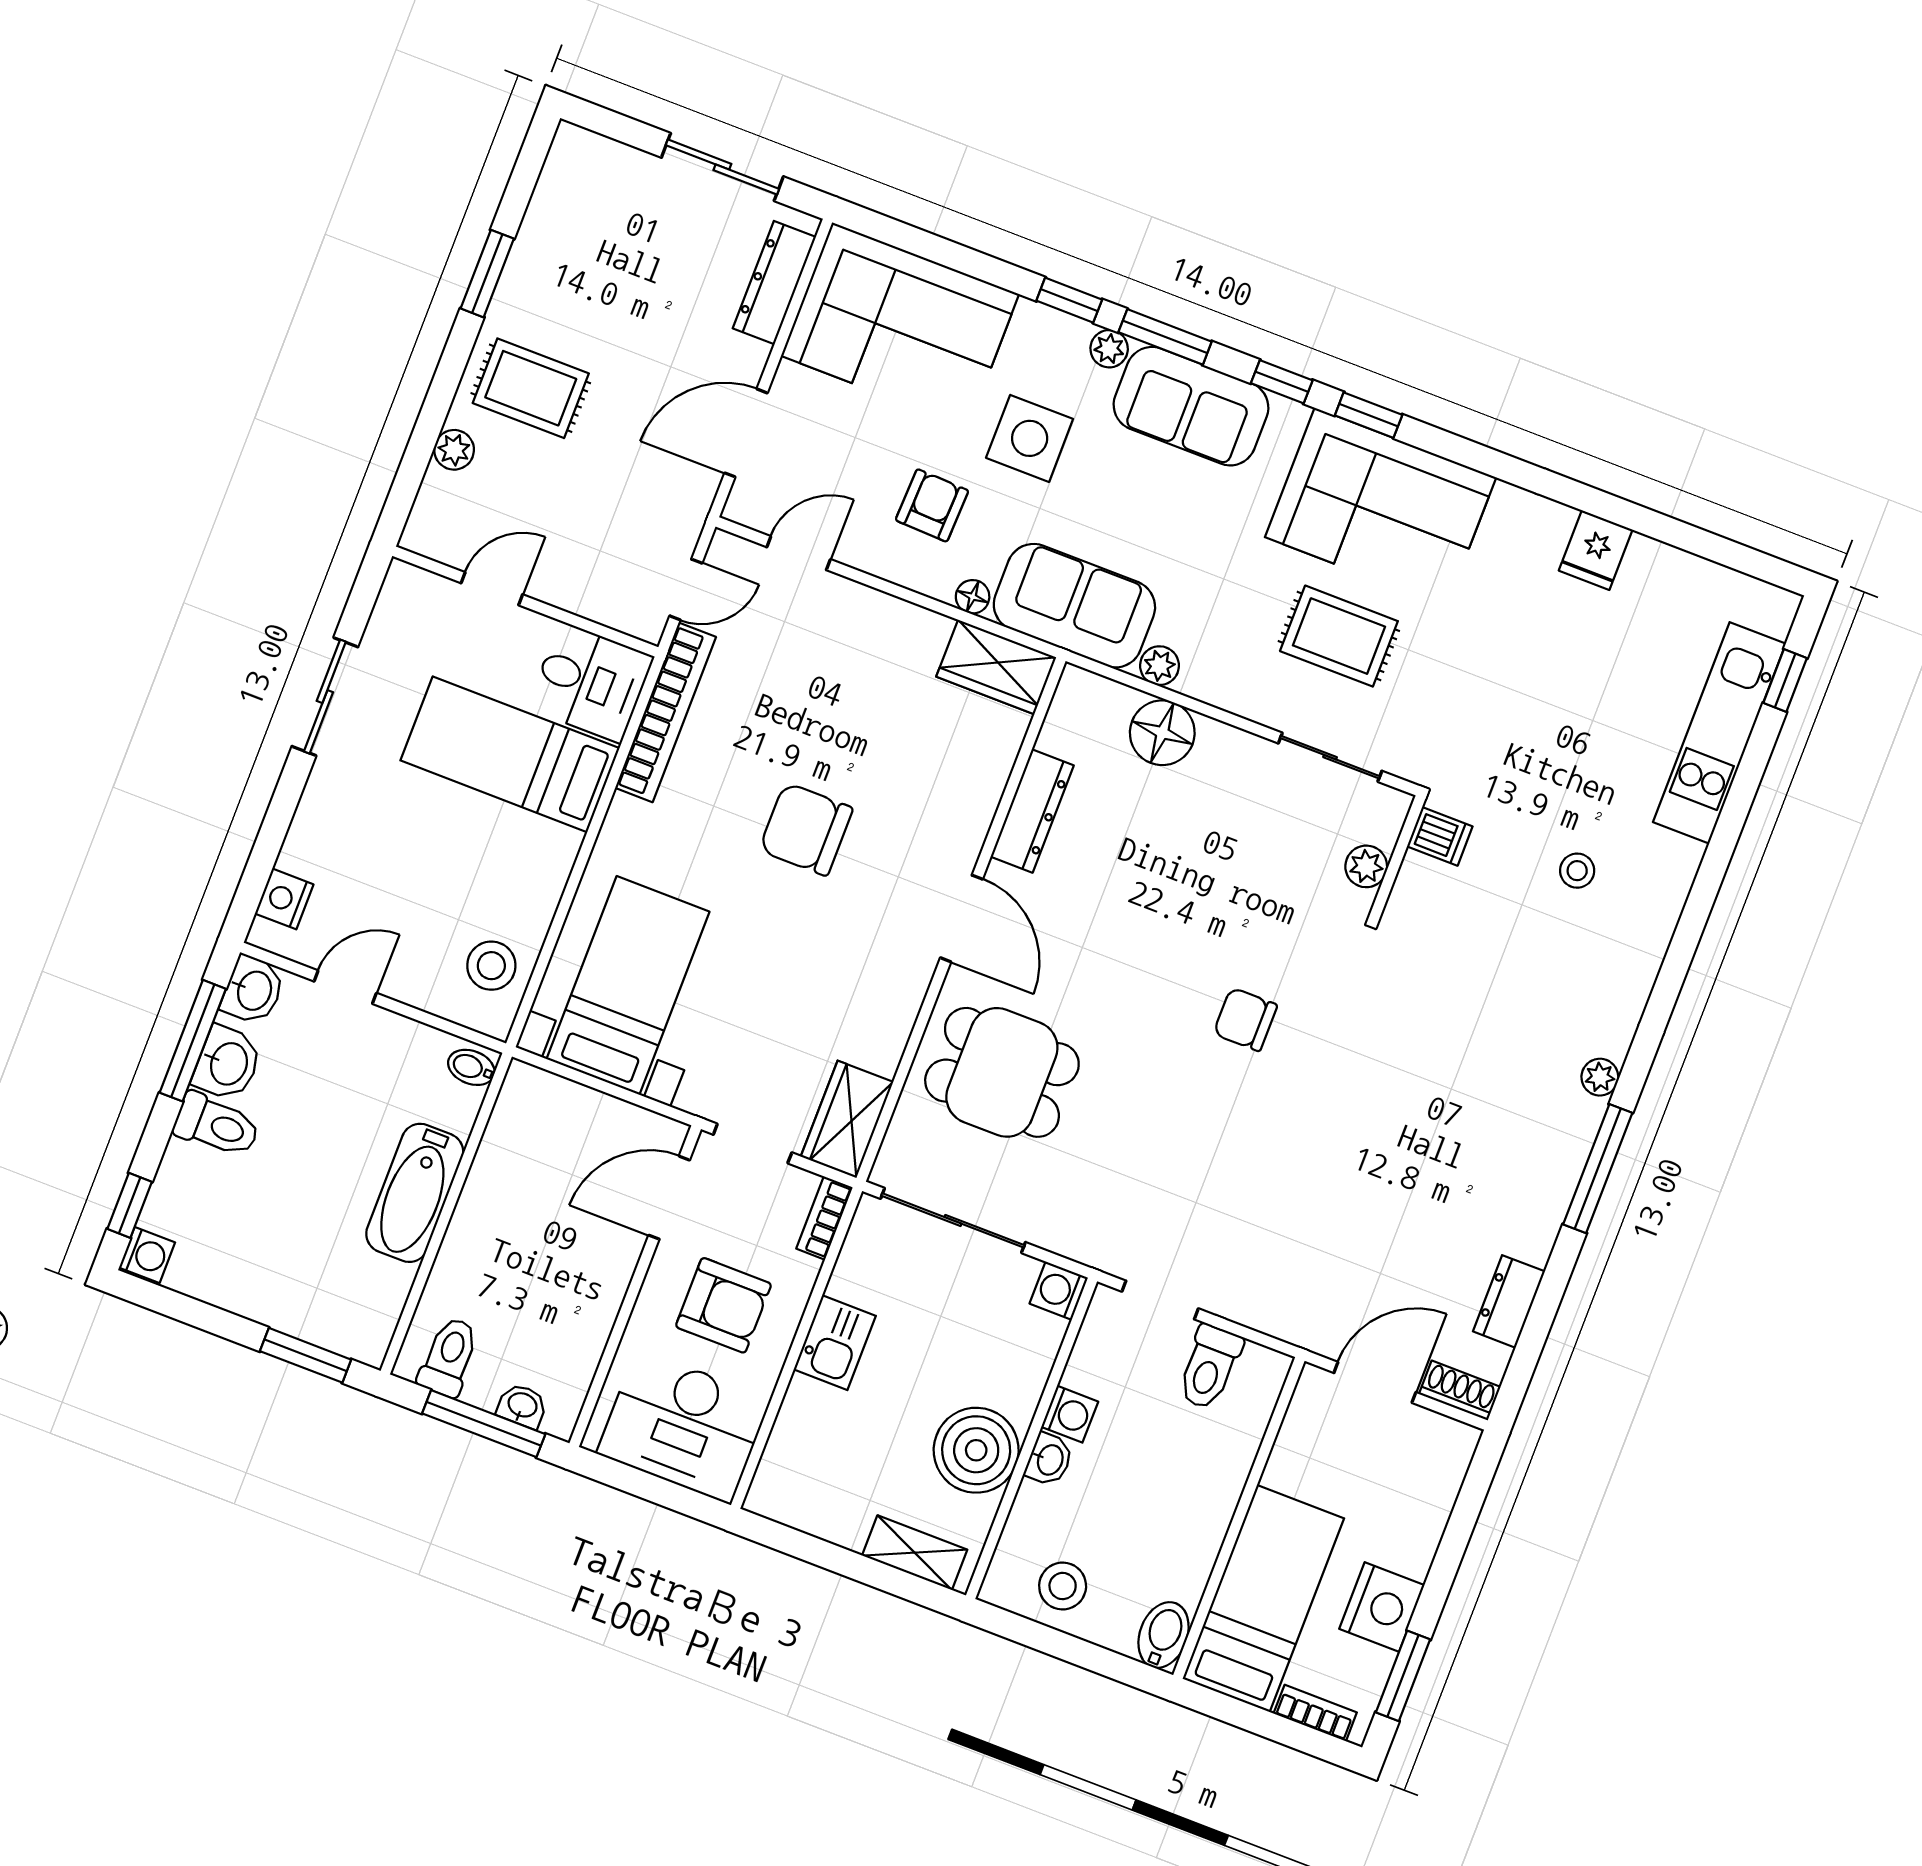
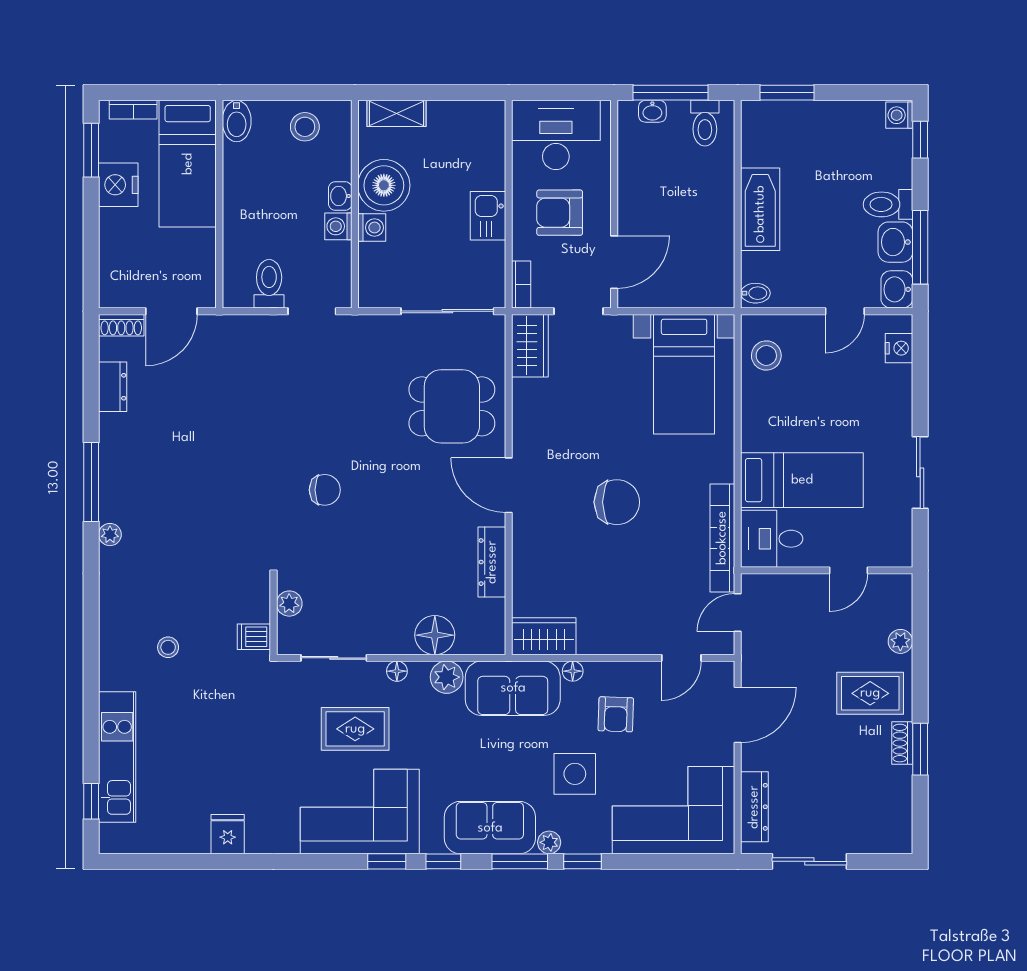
shoe rack: (511, 293) -> (902, 743), added
plant: (1159, 666) -> (447, 677), width x1.38, depth x1.38
floor lamp: (1241, 700) -> (397, 671), added
washing machine: (1059, 1291) -> (372, 228), moved

